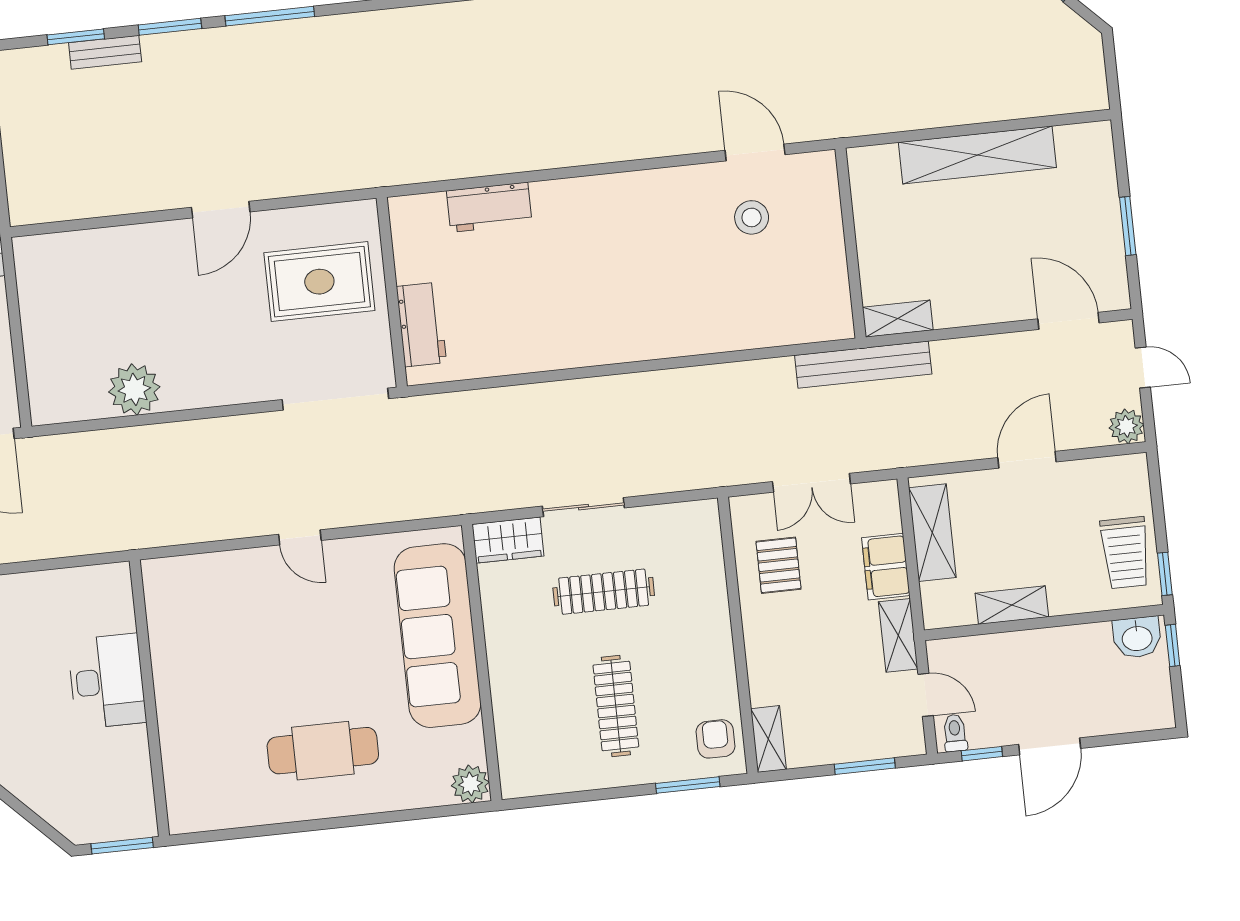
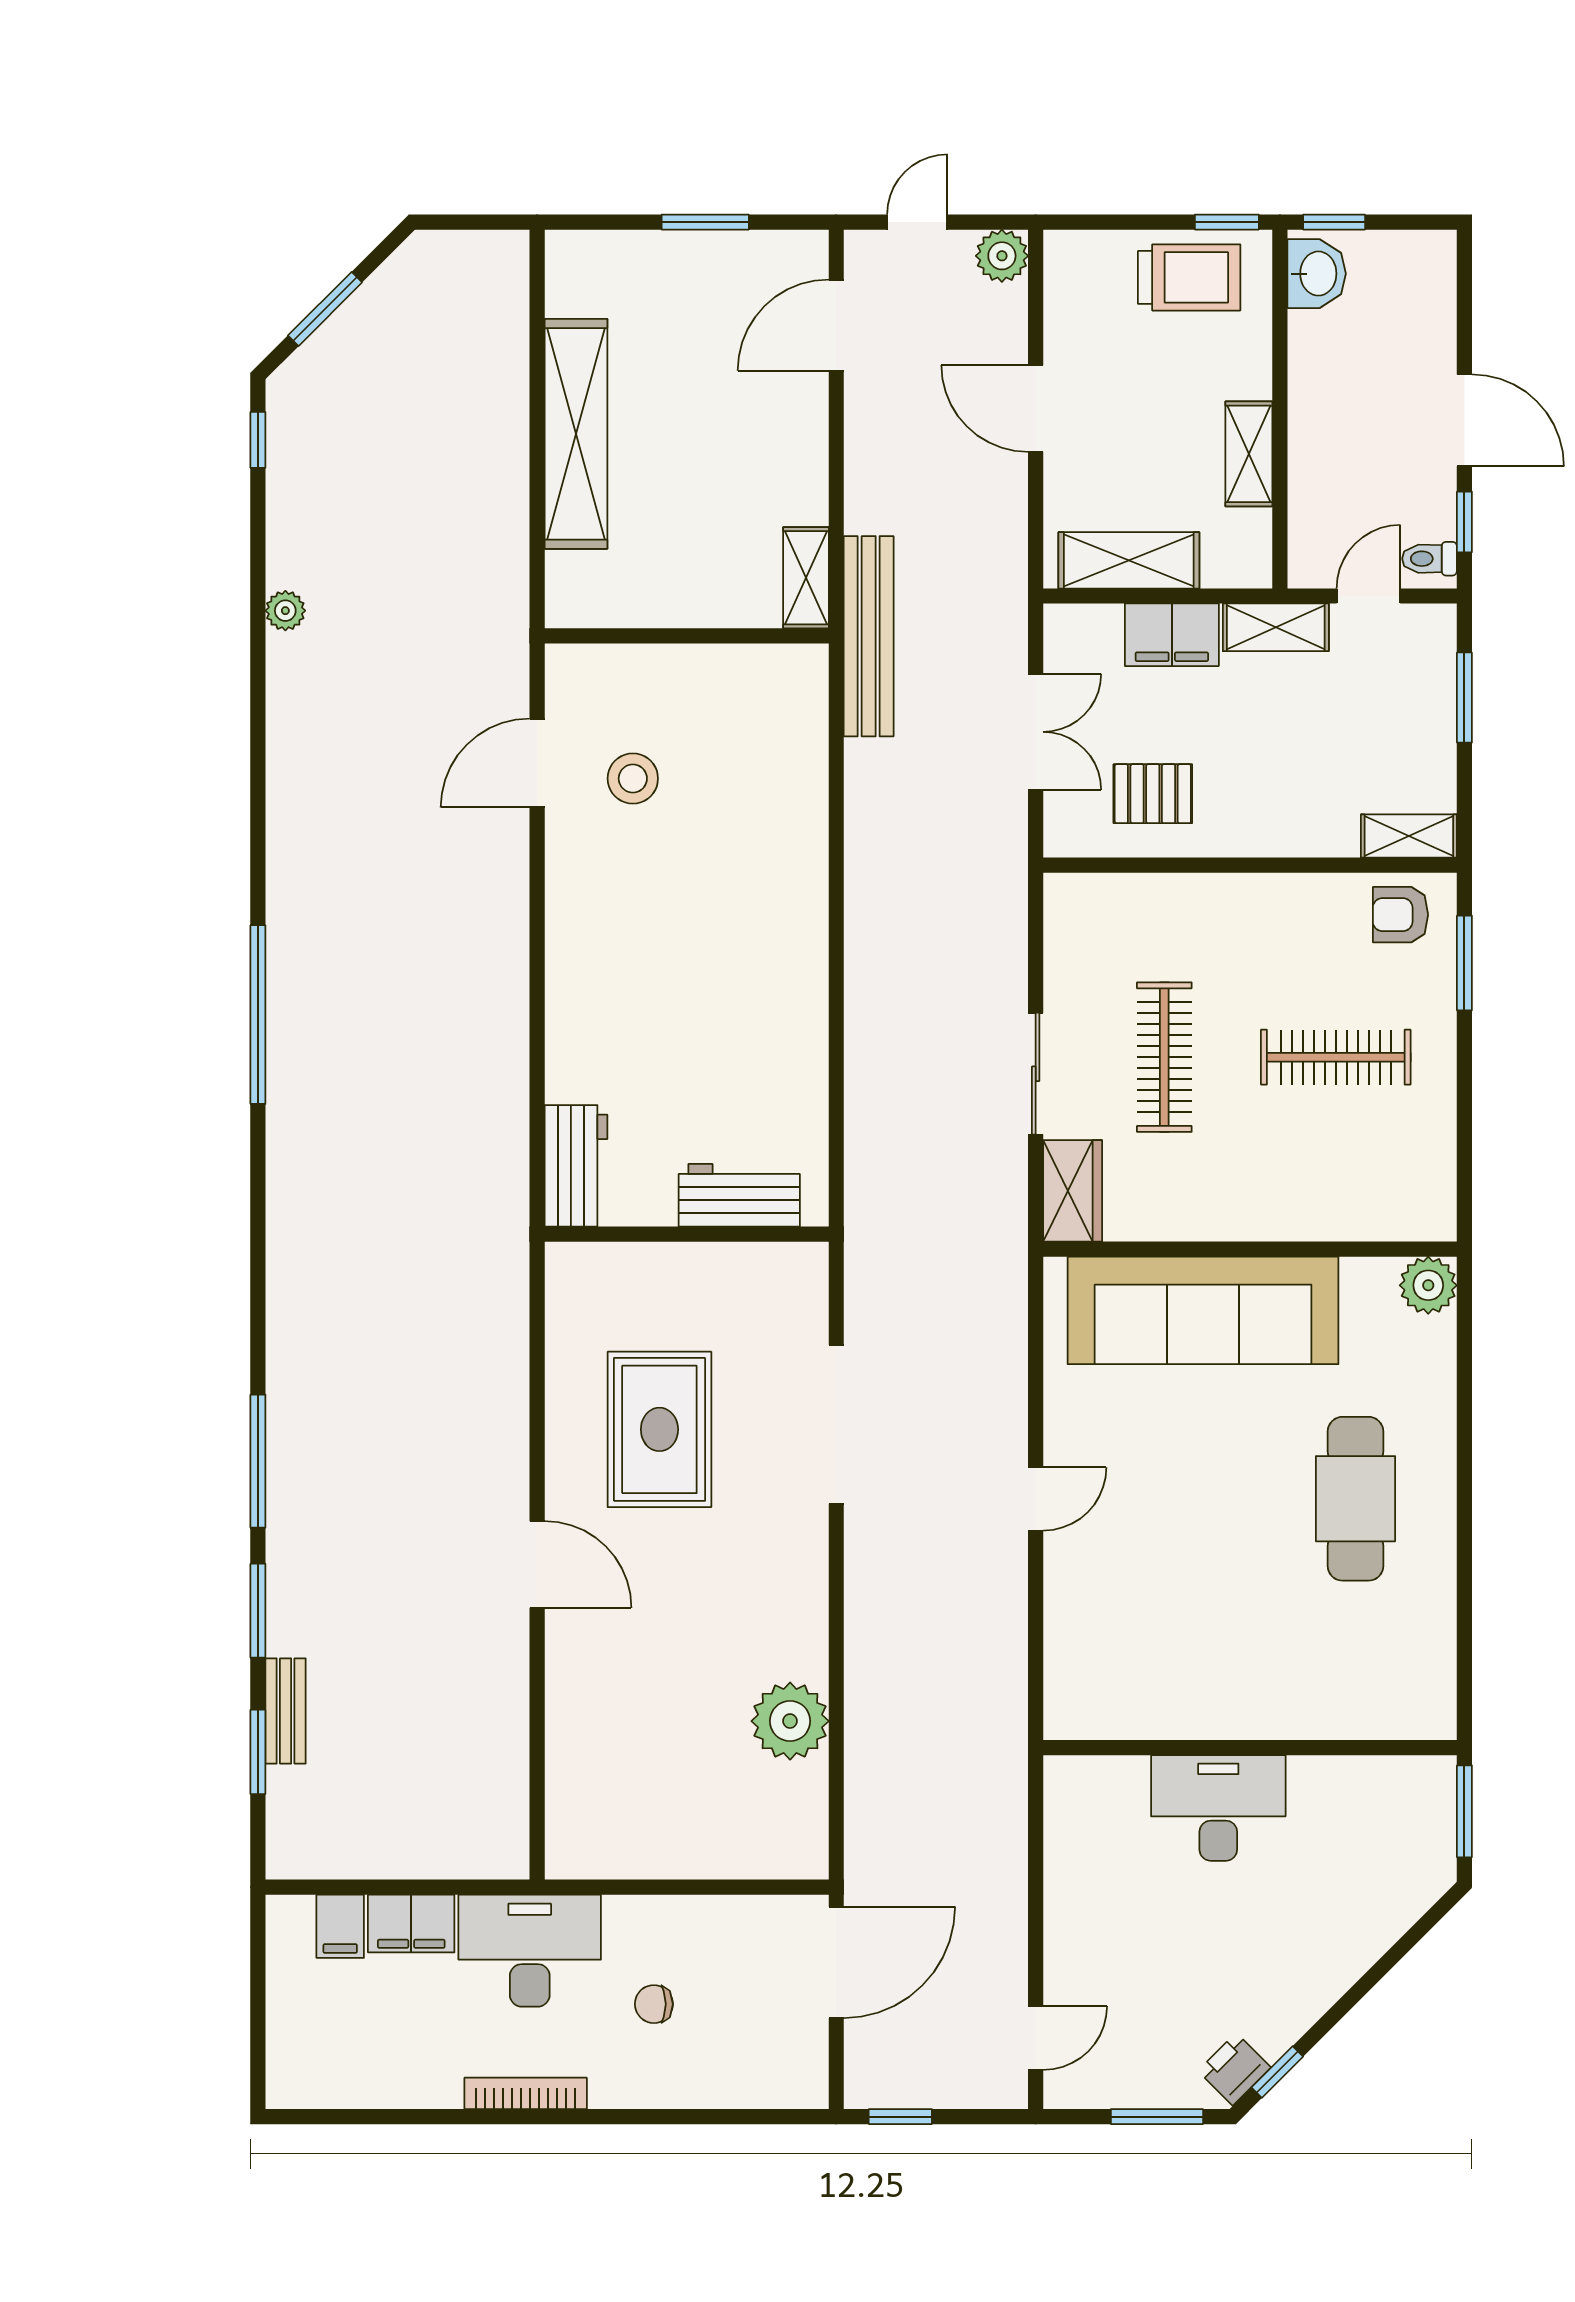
wall: (392, 292) -> (687, 1234), moved
workbench: (421, 325) -> (739, 1195), moved

